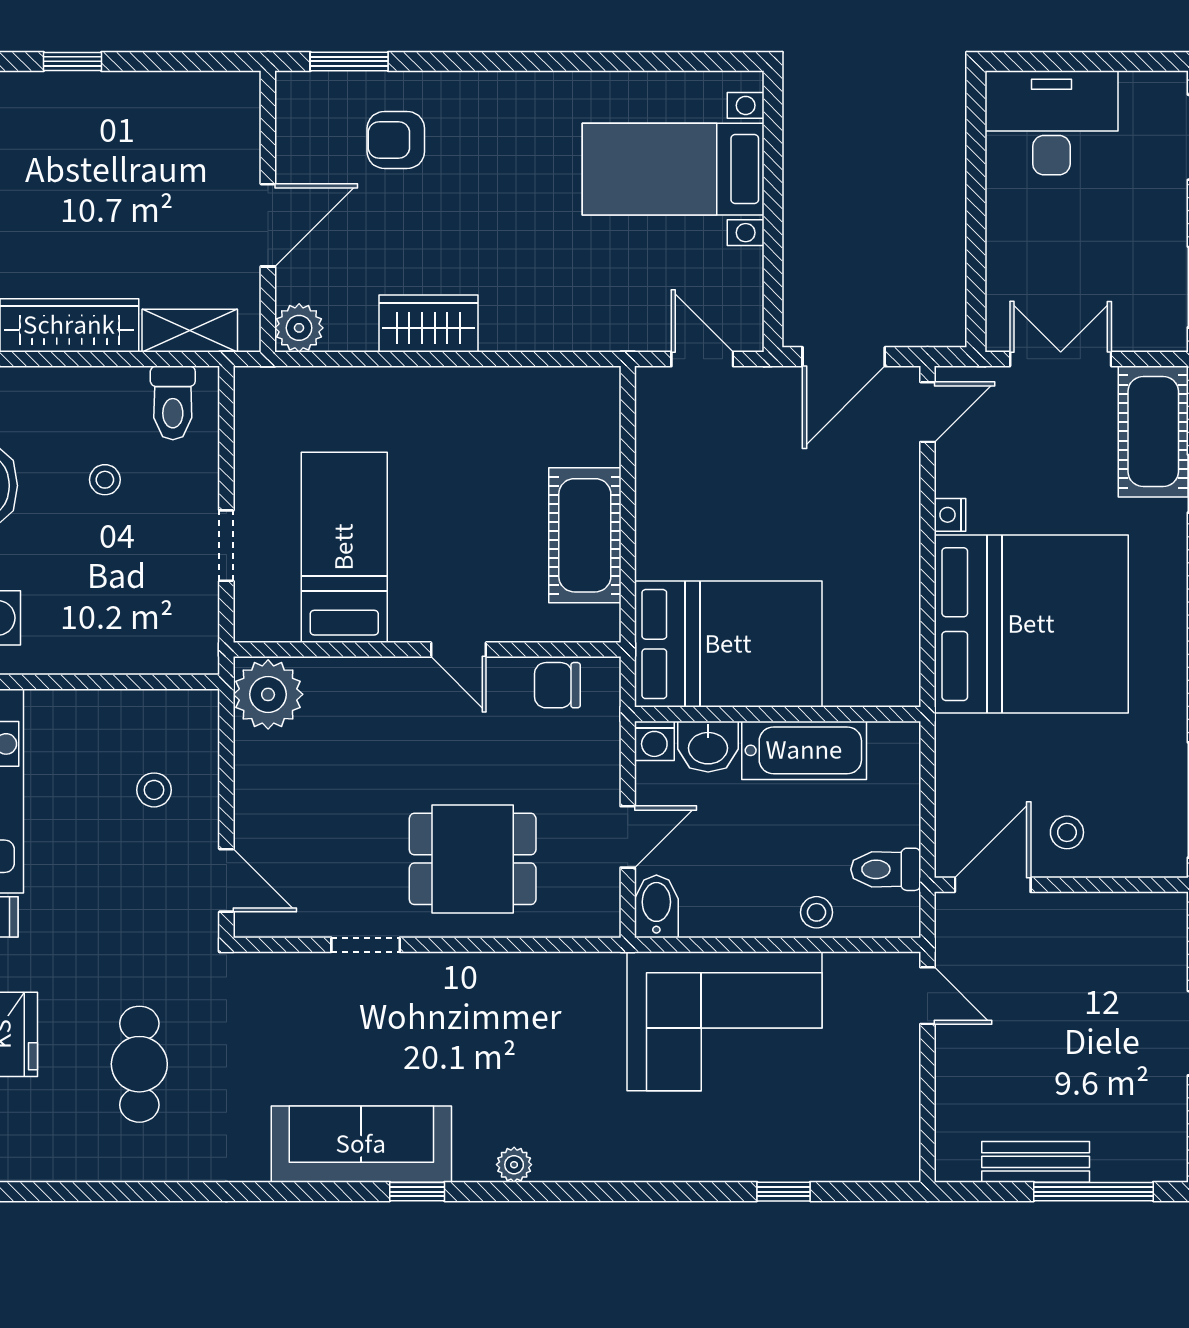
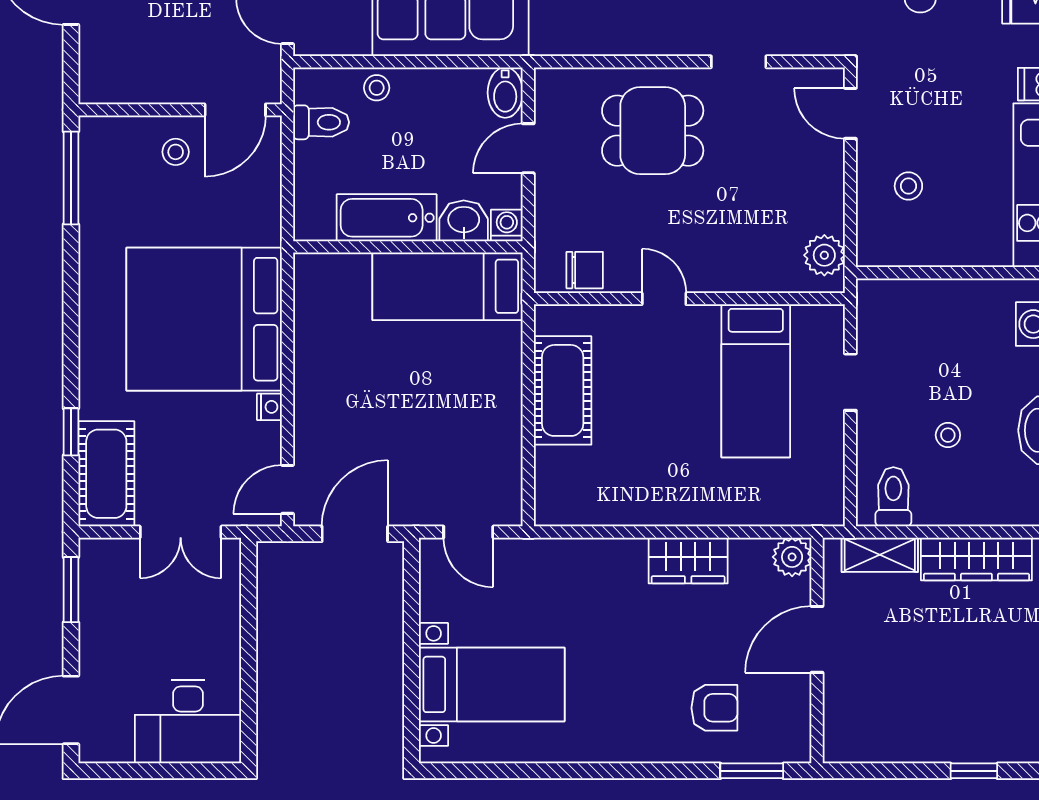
bed: (728, 644) -> (448, 286), width x0.67
plant: (268, 694) -> (824, 255), width x0.73, depth x0.73

